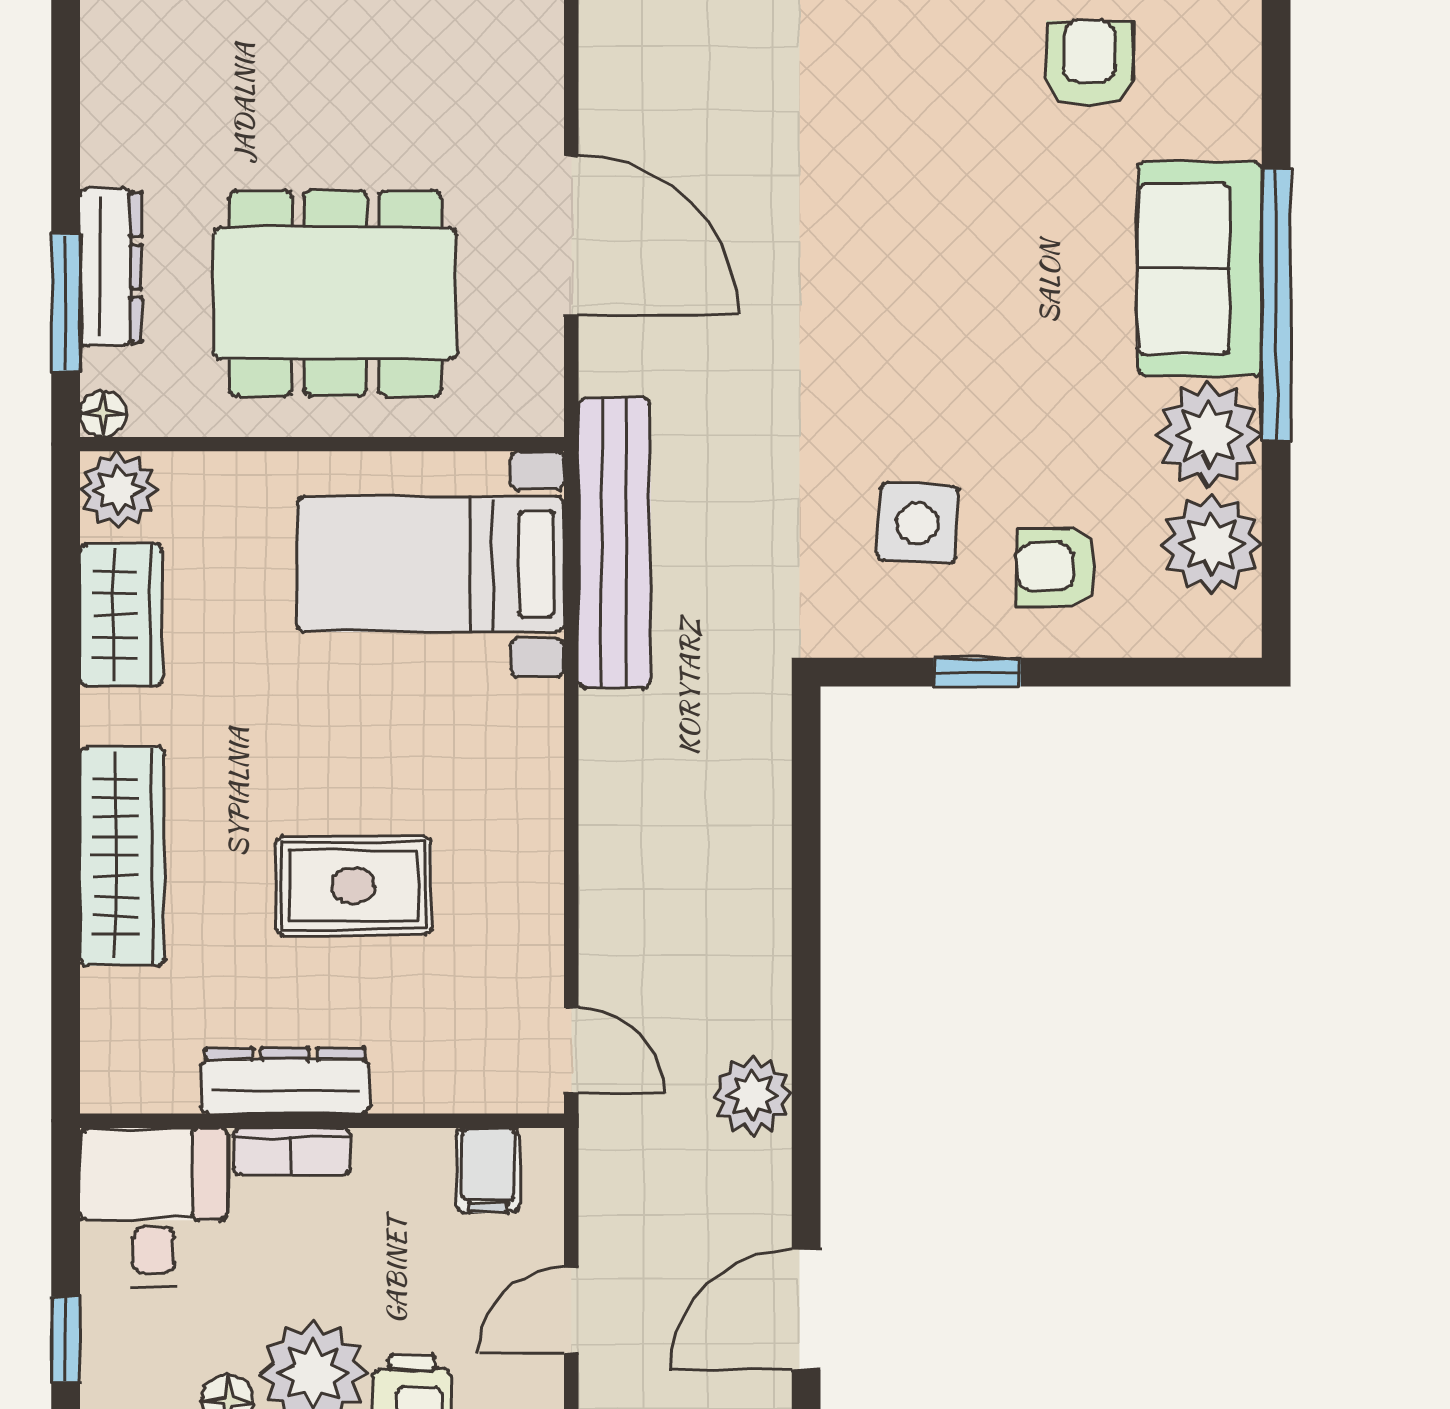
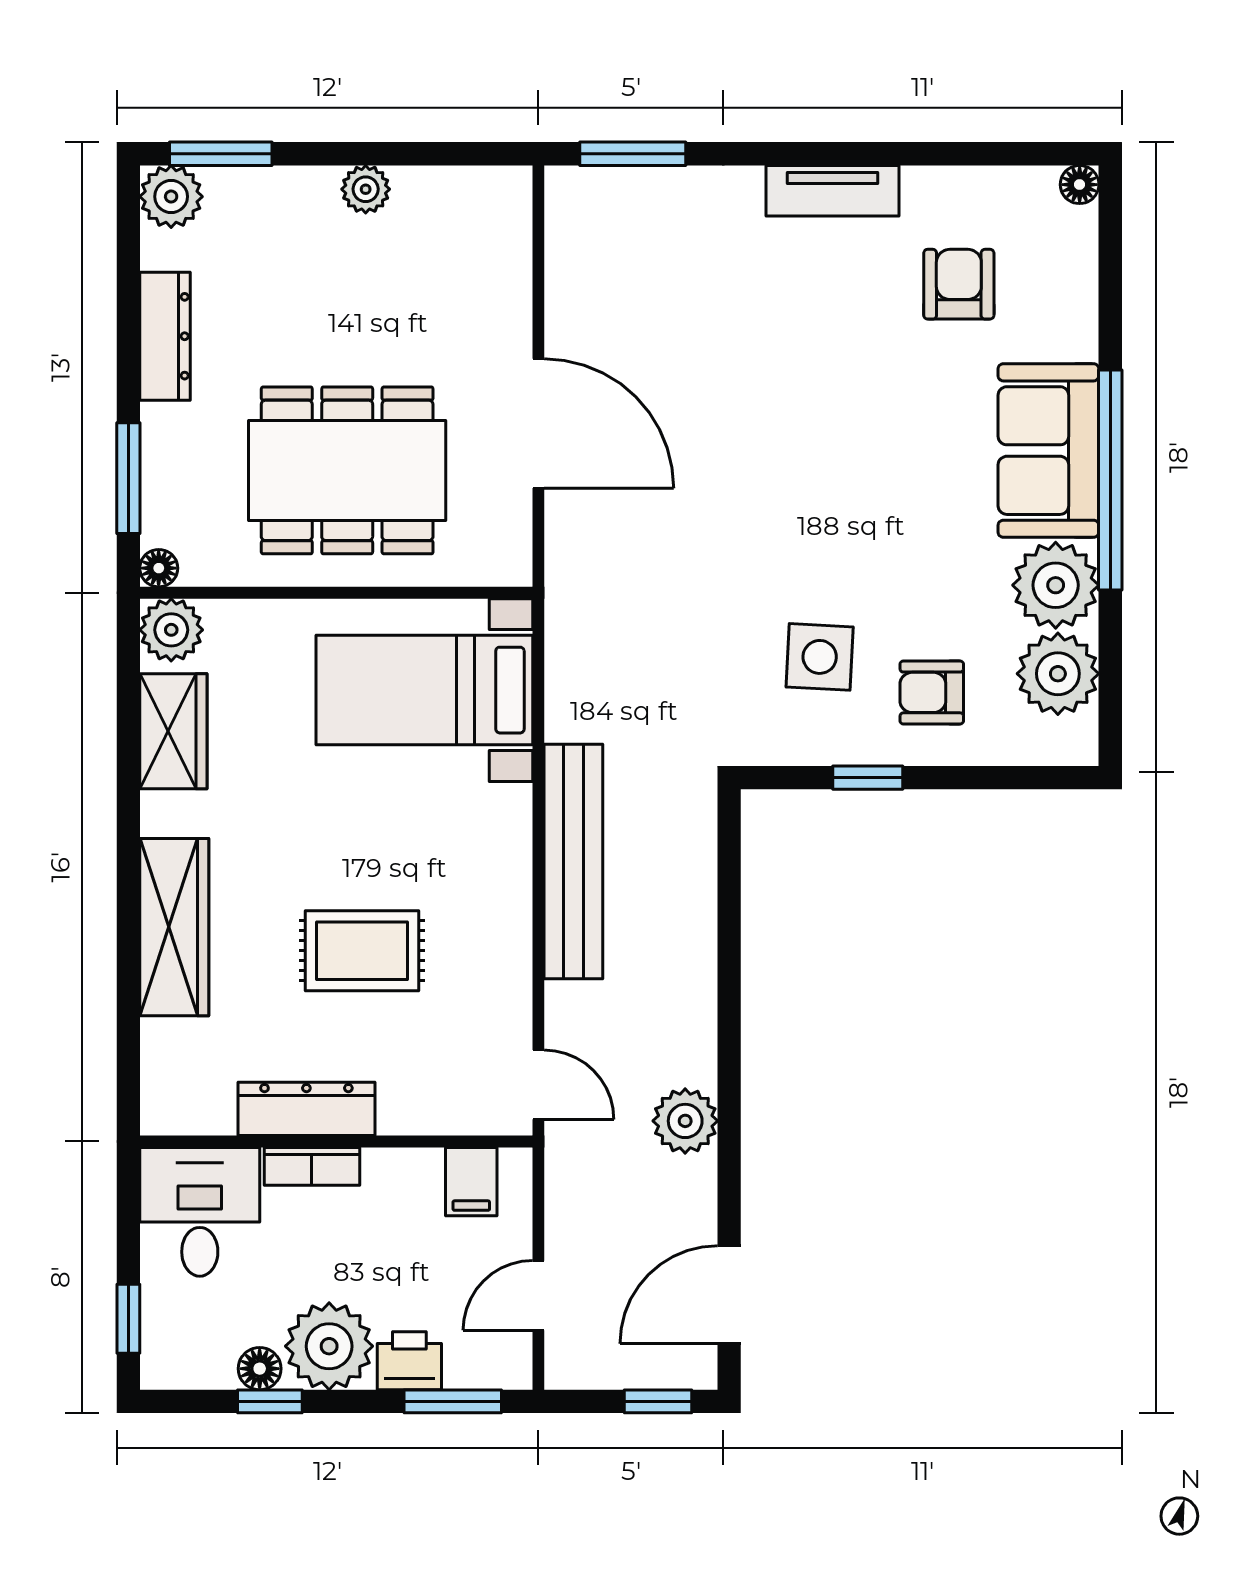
dresser: (111, 267) -> (165, 336), moved
bench: (614, 543) -> (573, 861), moved

